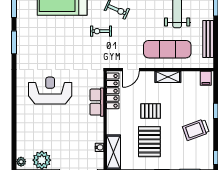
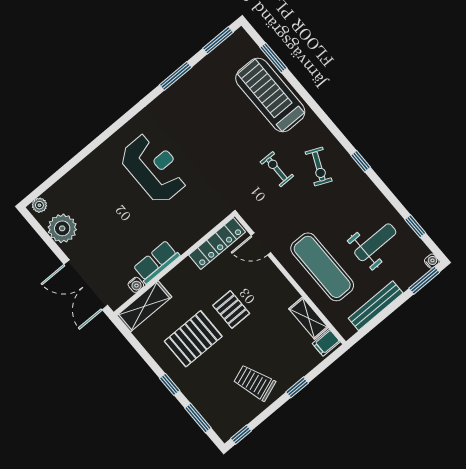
shelving: (168, 77) -> (309, 318), moved
row of seats: (97, 102) -> (156, 262), moved

